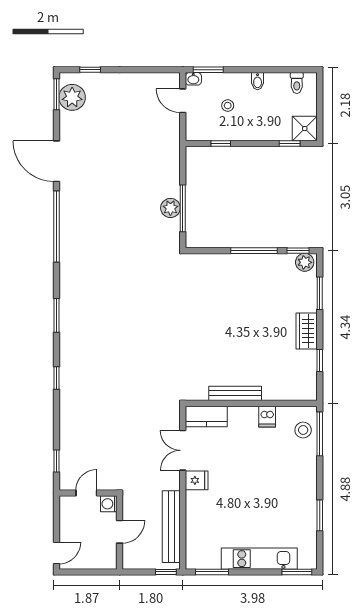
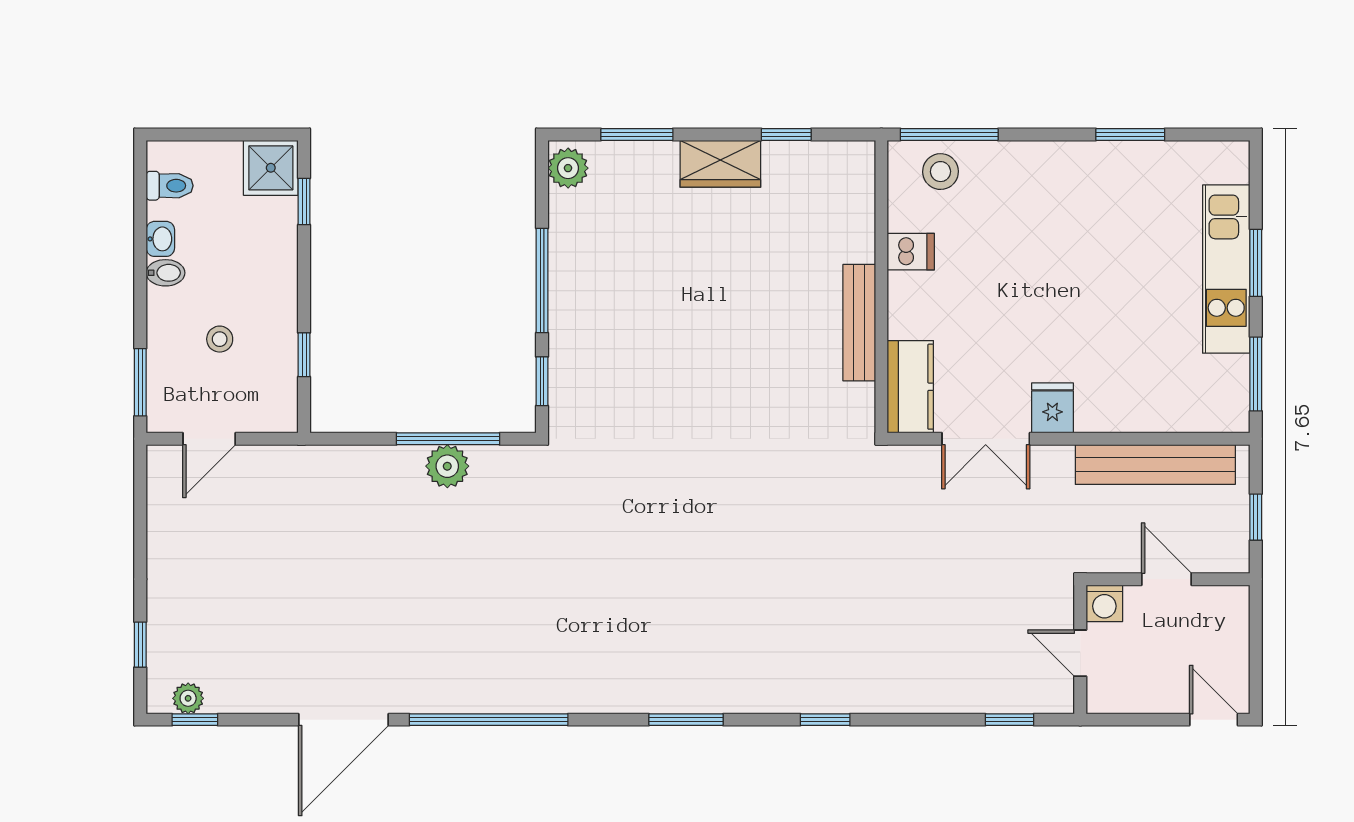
washbasin: (193, 79) -> (160, 239), moved
window: (56, 94) -> (195, 720), width x0.67
plant: (72, 97) -> (188, 698), width x0.53, depth x0.53
window: (298, 251) -> (542, 381), moved
window: (166, 572) -> (1256, 517), moved
window: (297, 572) -> (1256, 263), moved

